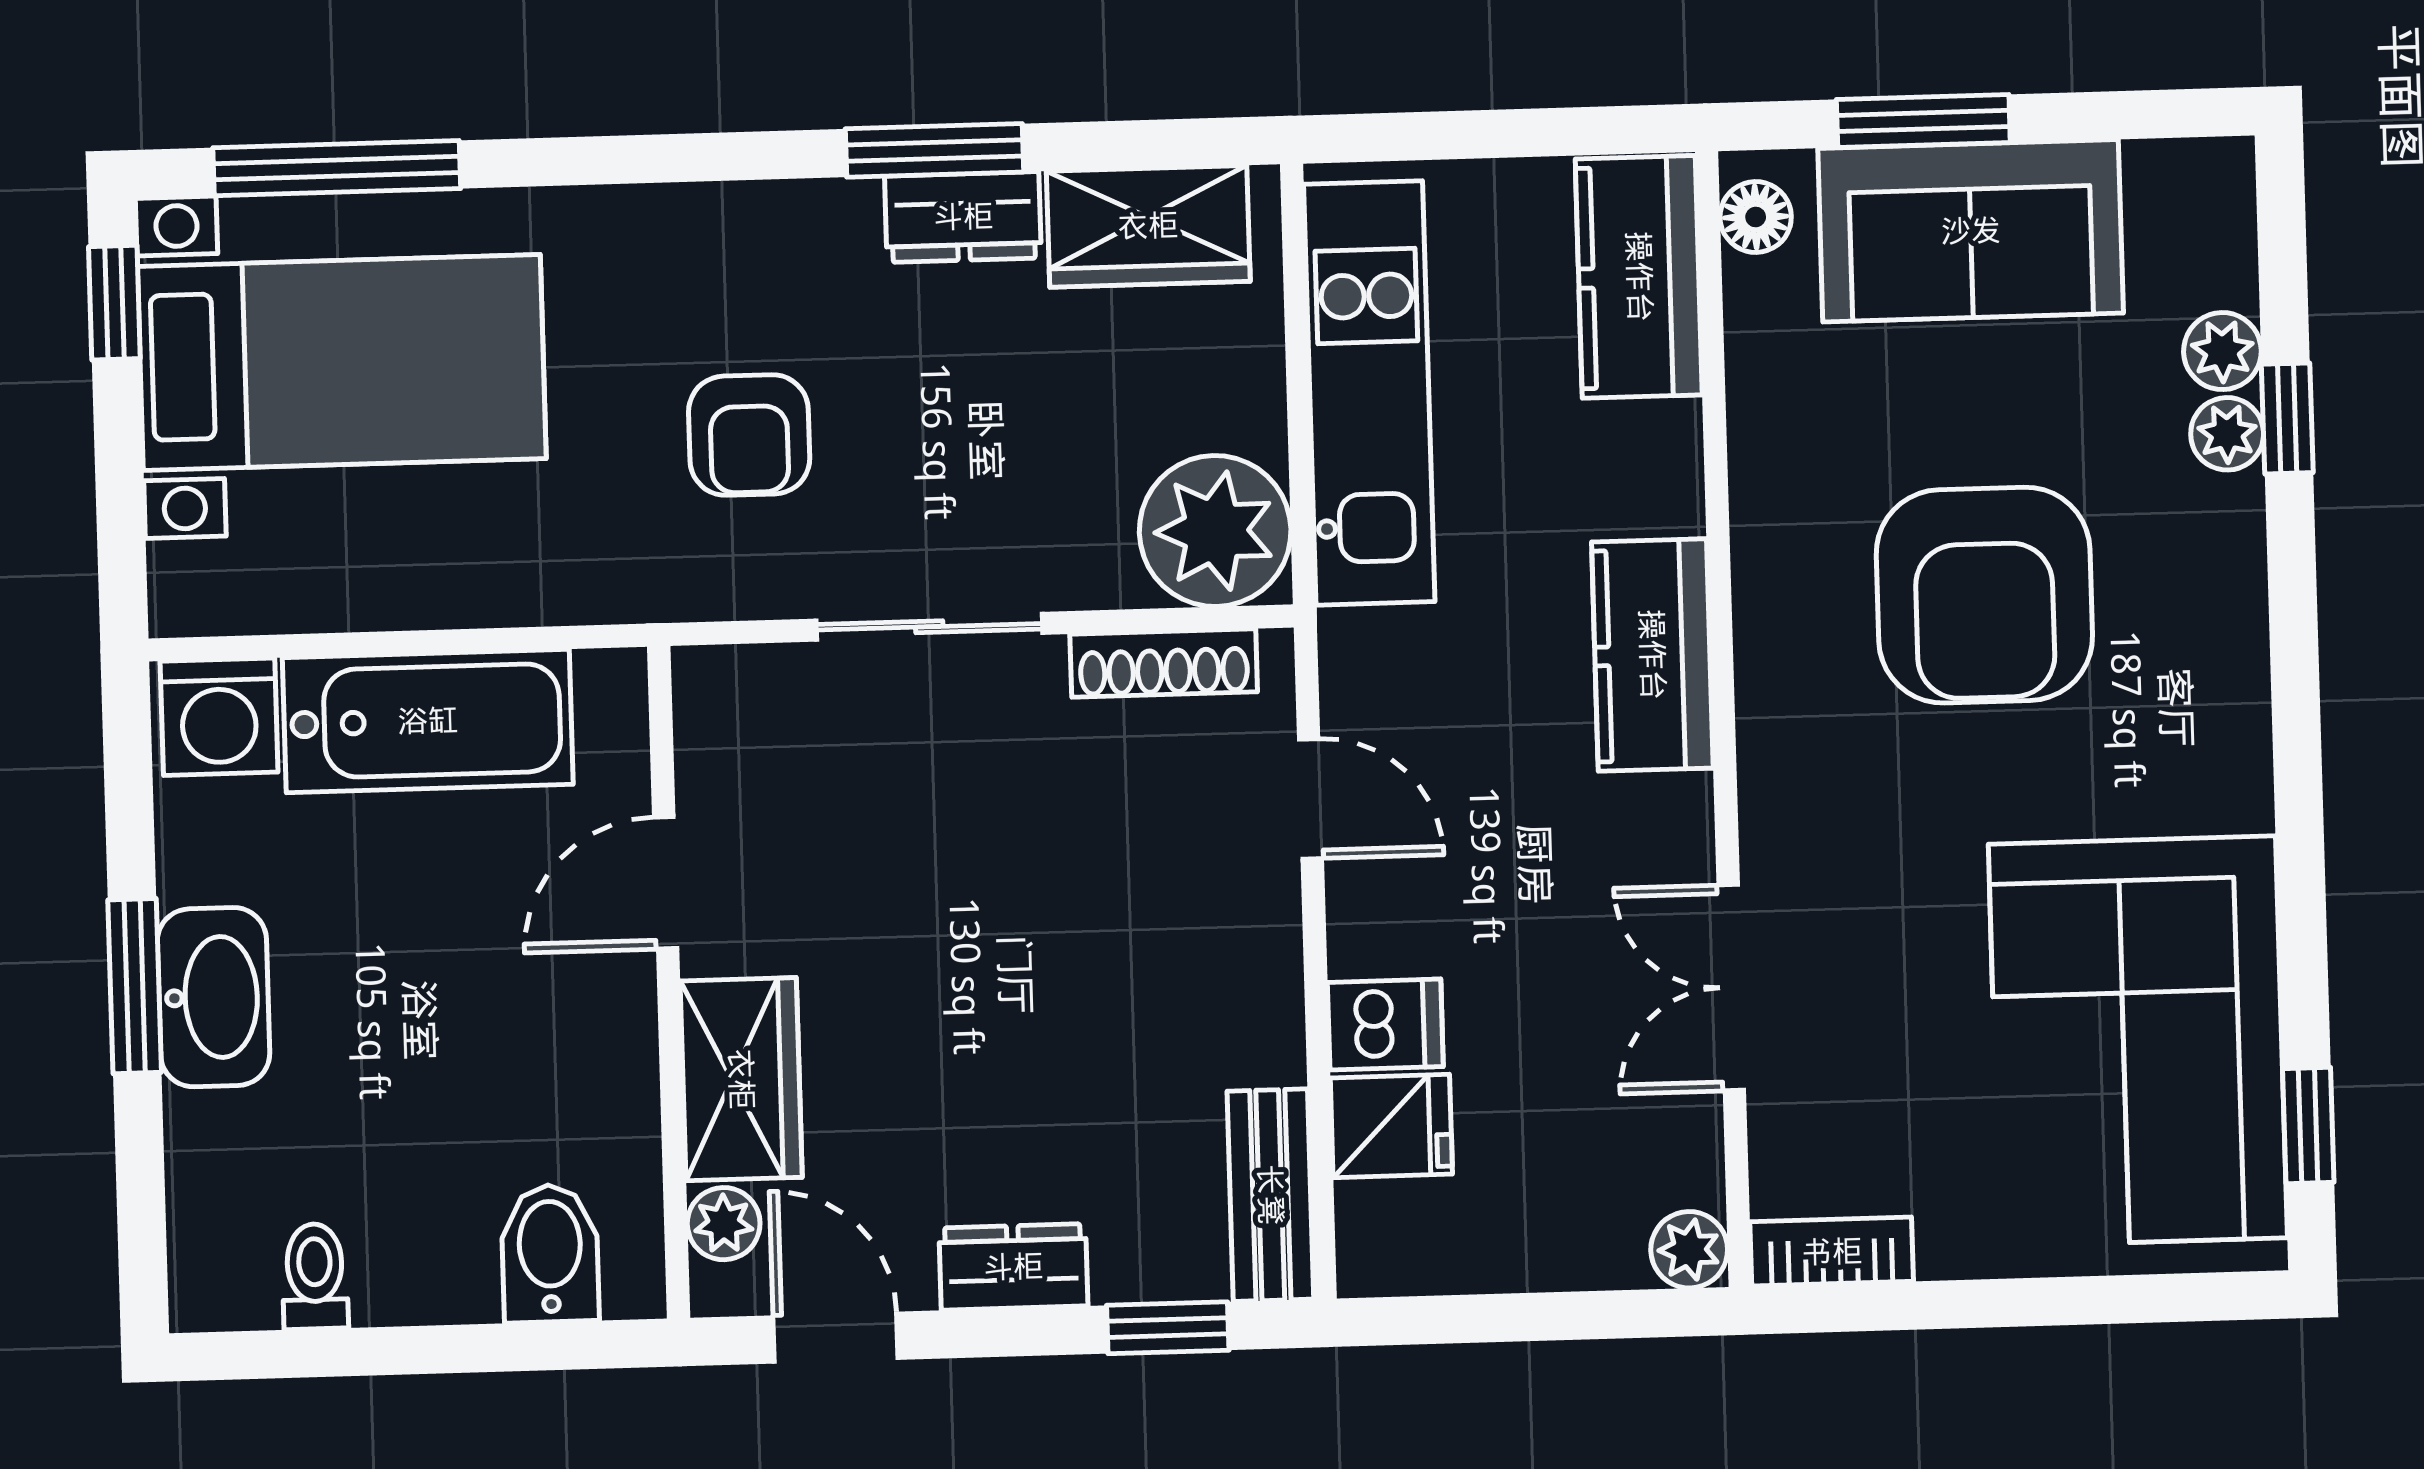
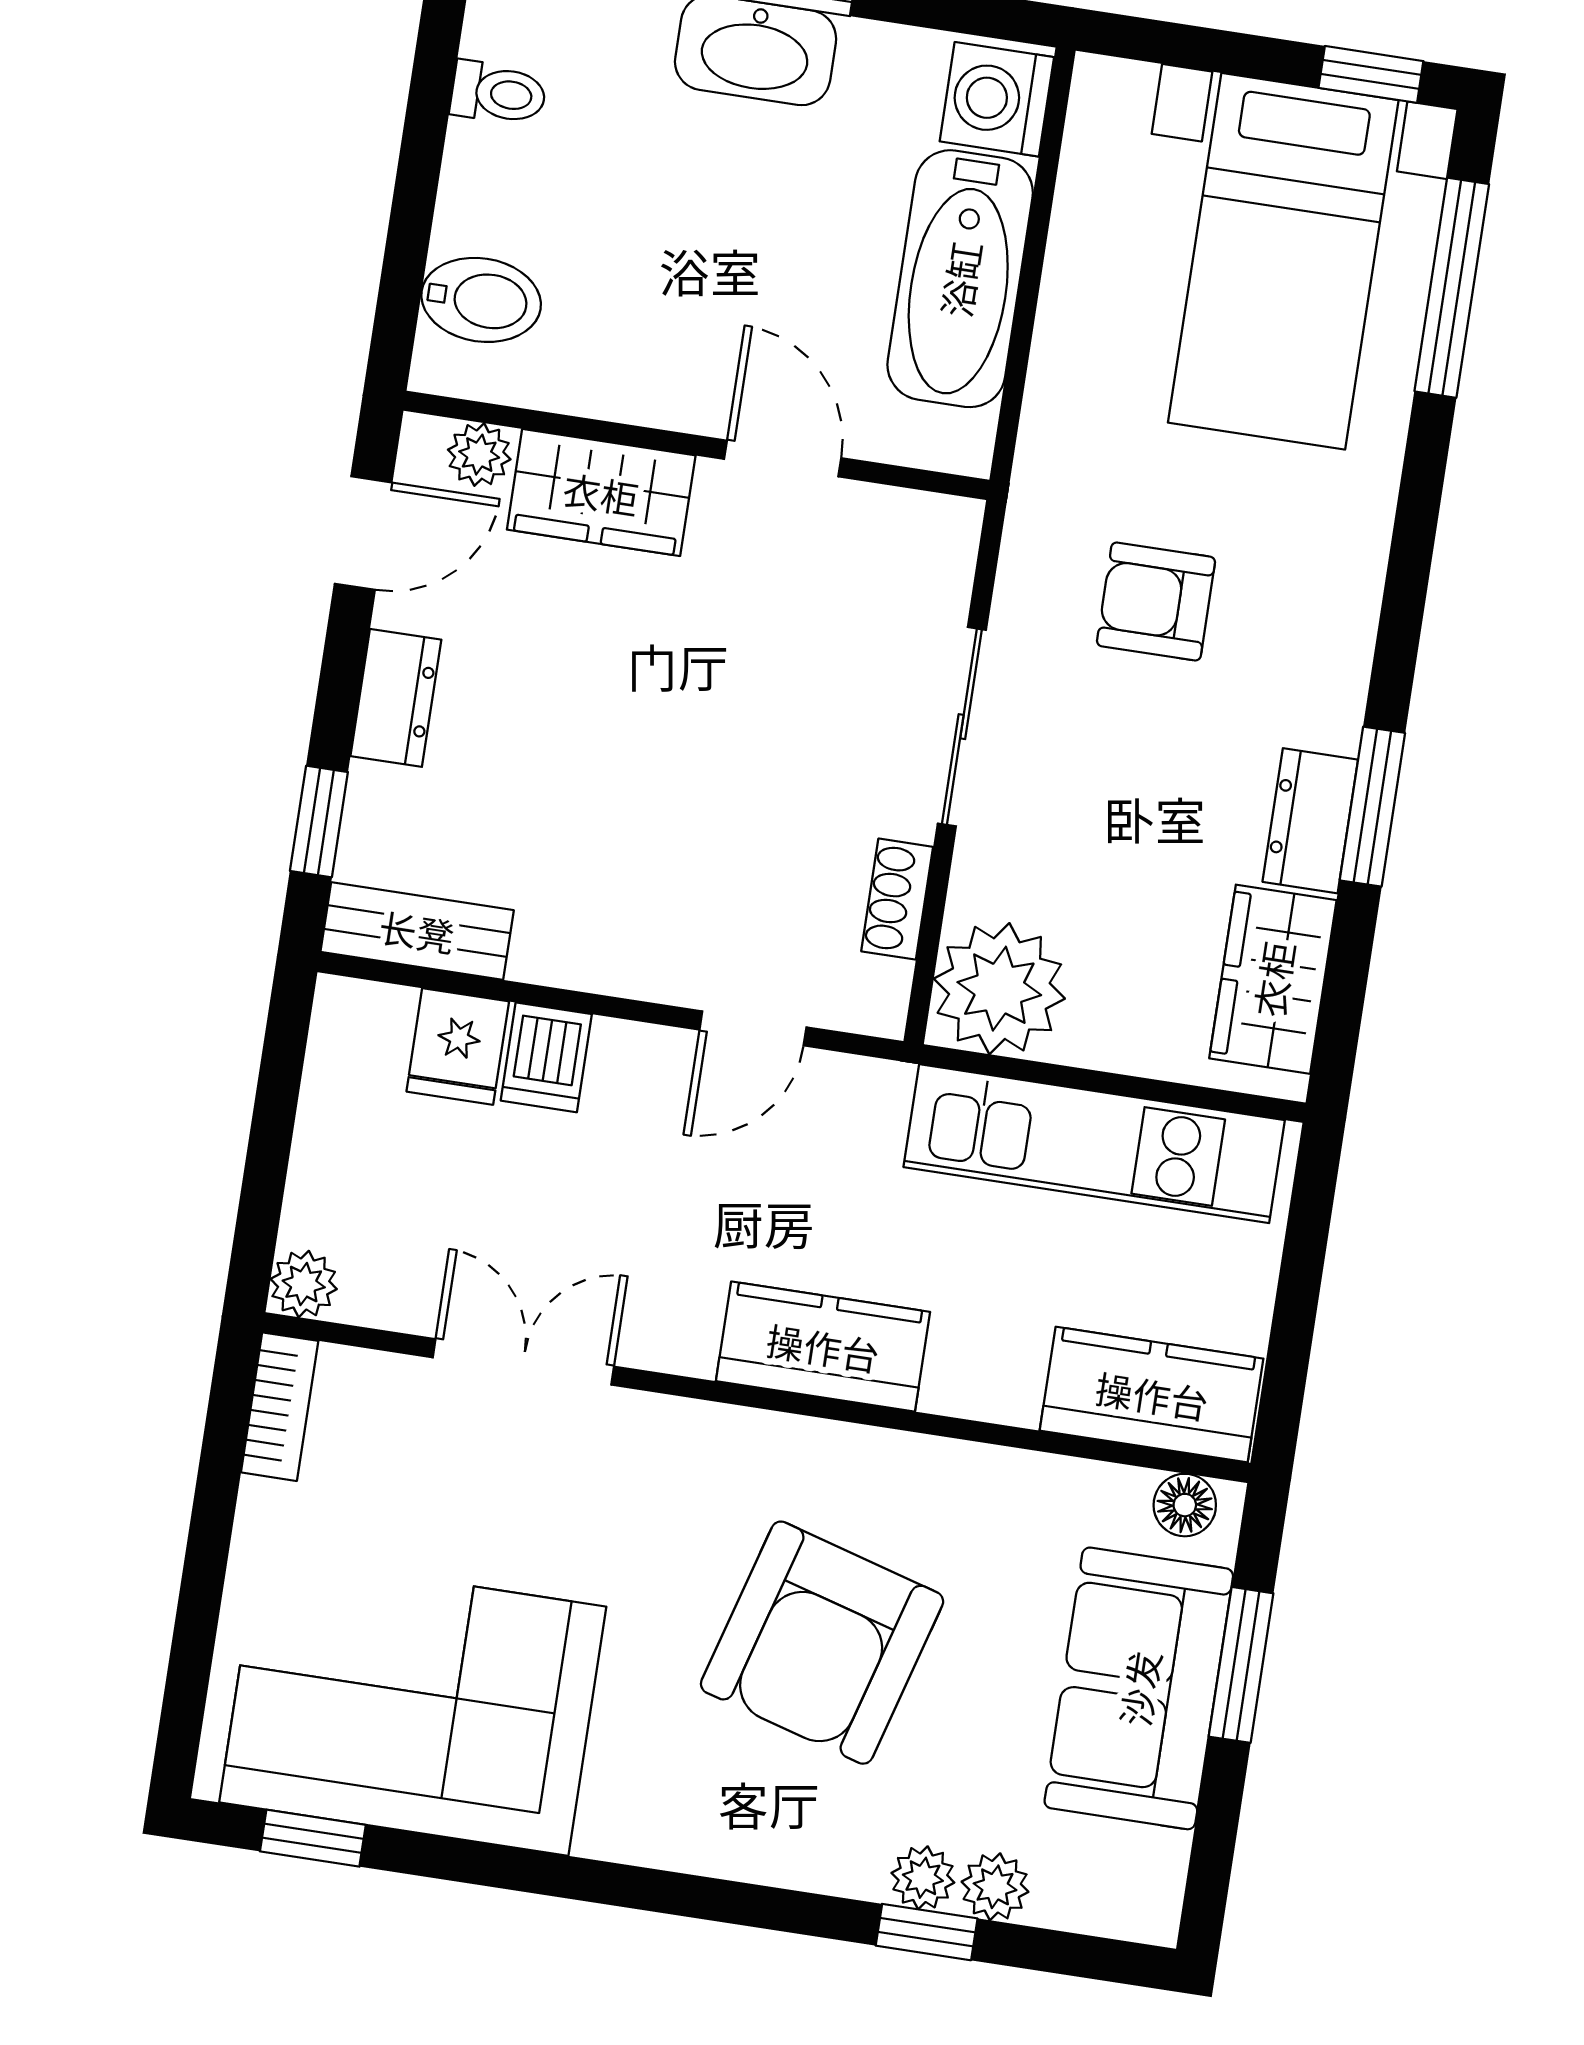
armchair: (1984, 595) -> (822, 1643), turned -74
shoe rack: (1164, 663) -> (897, 899), width x0.70

